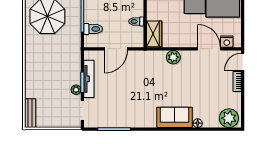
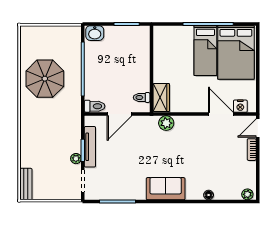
toilet: (136, 21) -> (142, 97), moved
toilet: (93, 29) -> (95, 106), moved
plant: (173, 57) -> (166, 123), moved
sofa: (175, 117) -> (166, 189), moved
plant: (229, 118) -> (247, 194), width x0.53, depth x0.53

